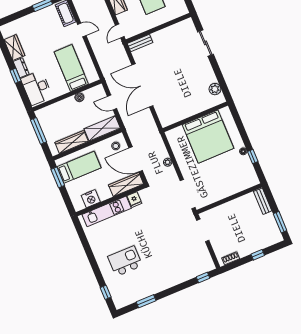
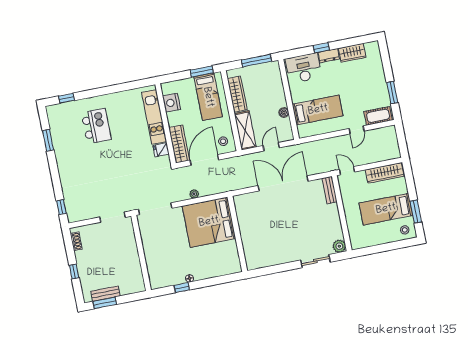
plant: (215, 89) -> (339, 246), moved
bed: (208, 137) -> (209, 222), moved
bench: (263, 201) -> (106, 294), moved

